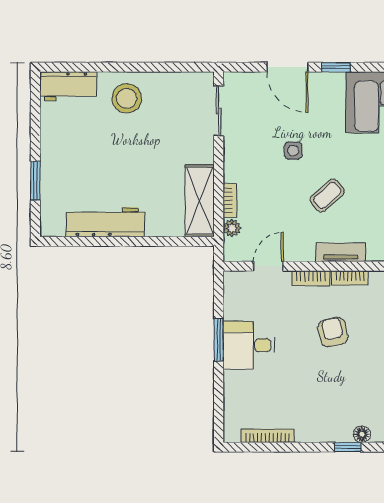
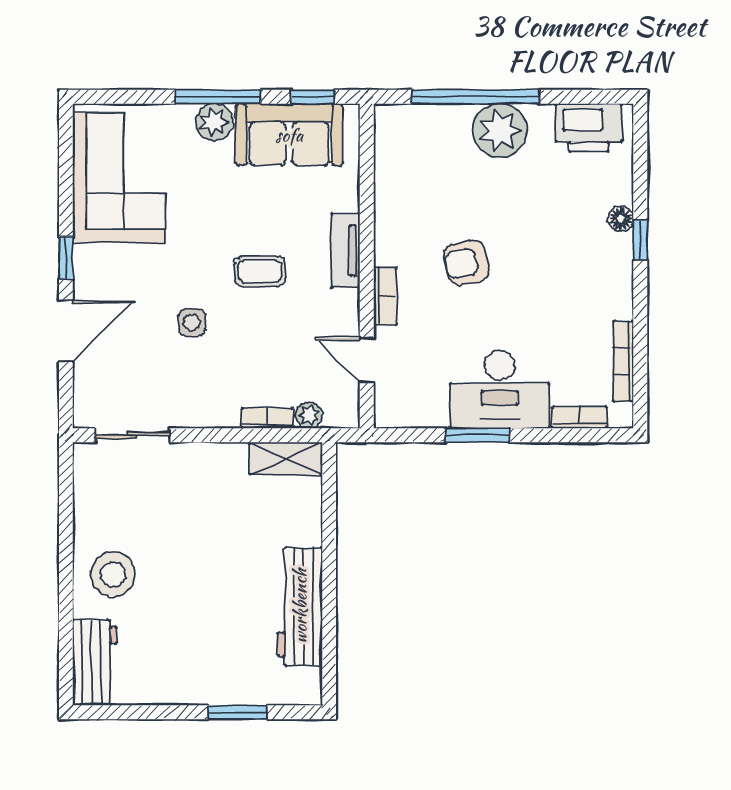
coffee table: (327, 195) -> (260, 271), turned -48
shelving: (200, 201) -> (286, 459), width x0.67, depth x0.75
bookcase: (350, 278) -> (579, 417), moved, turned -90
desk: (249, 345) -> (500, 389), width x1.37

